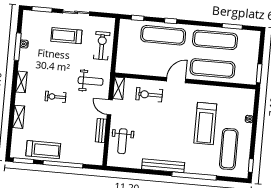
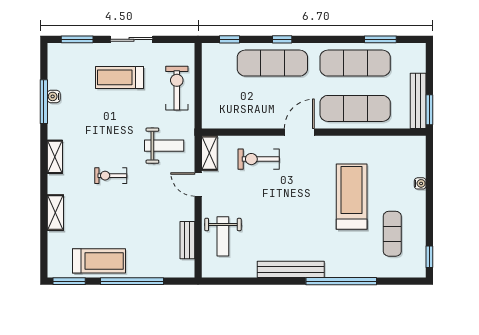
bench: (252, 67) -> (418, 101), added
treadmill: (205, 123) -> (352, 197), turned 180
bench: (101, 131) -> (187, 240), moved
exercise mat: (229, 149) -> (392, 234), width x0.73, depth x0.69

